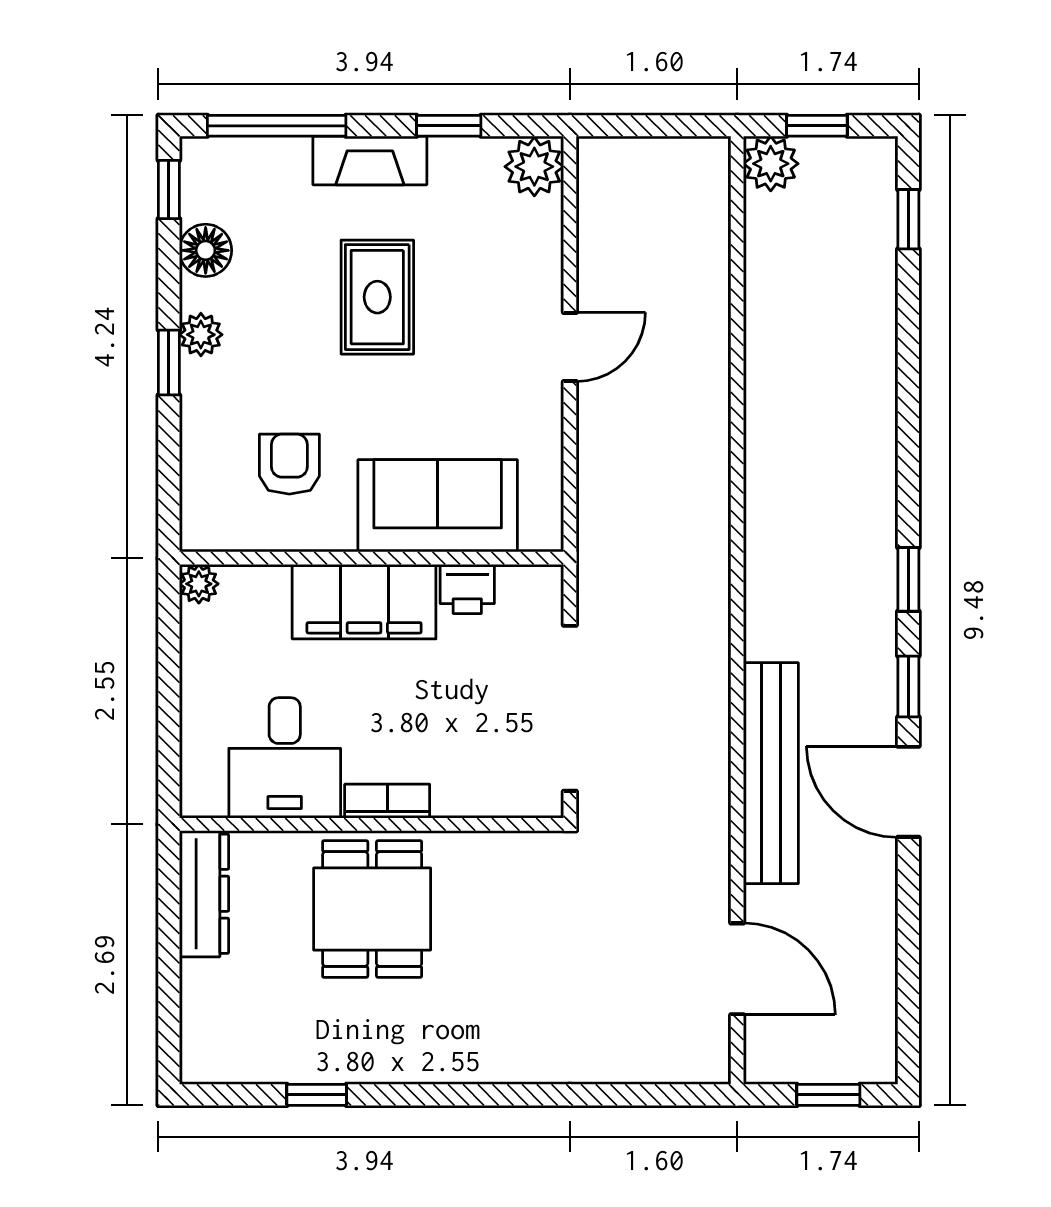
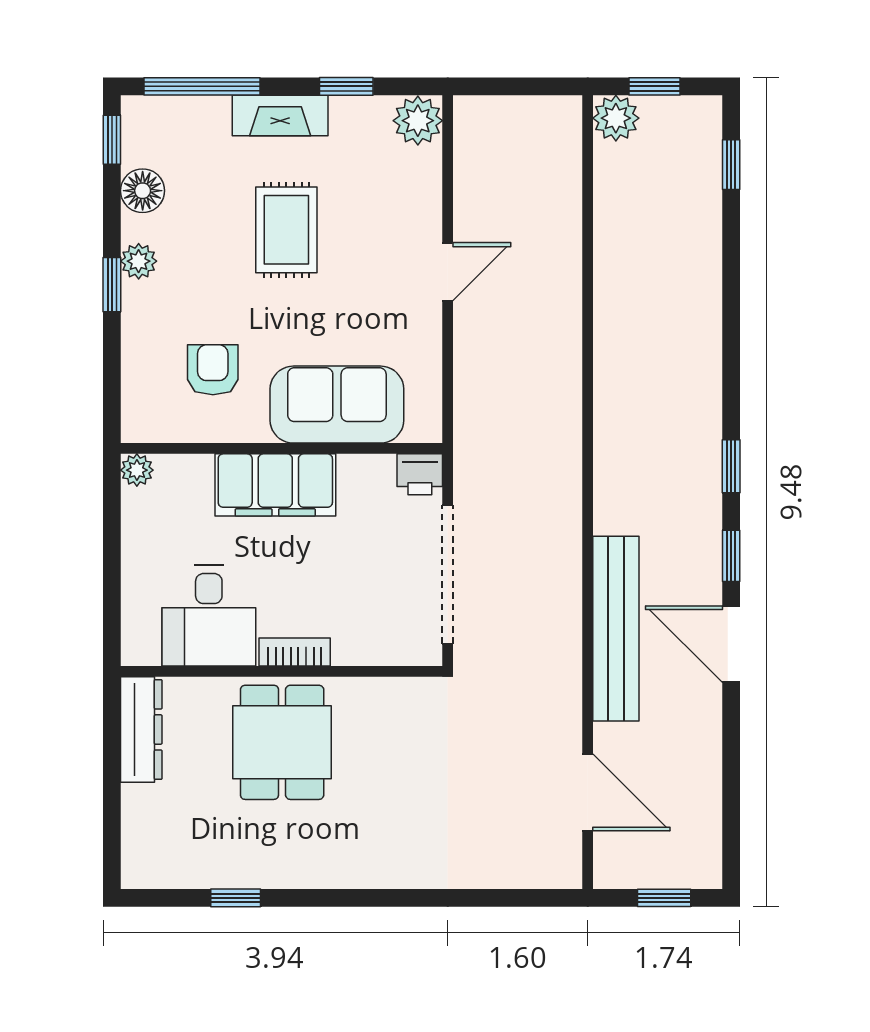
printer: (467, 589) -> (420, 474), moved

